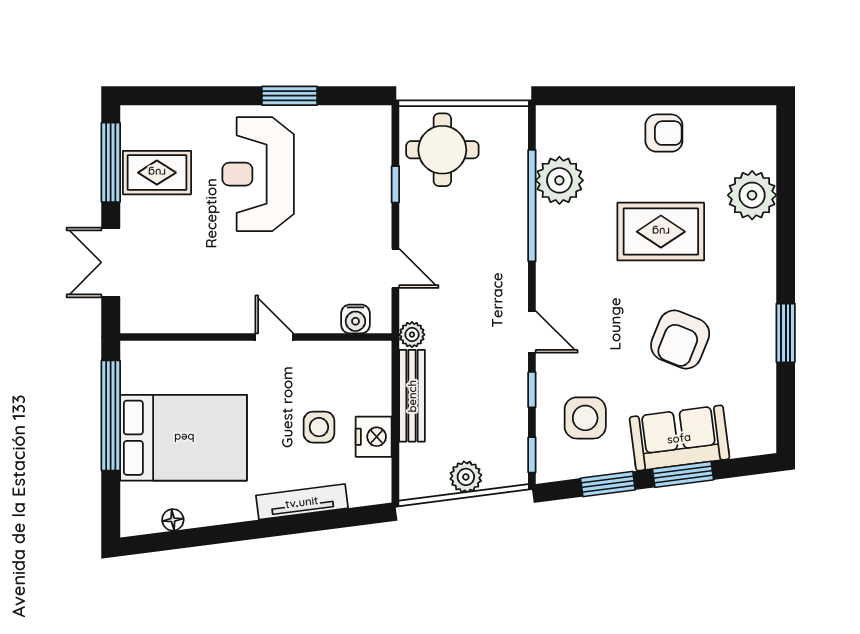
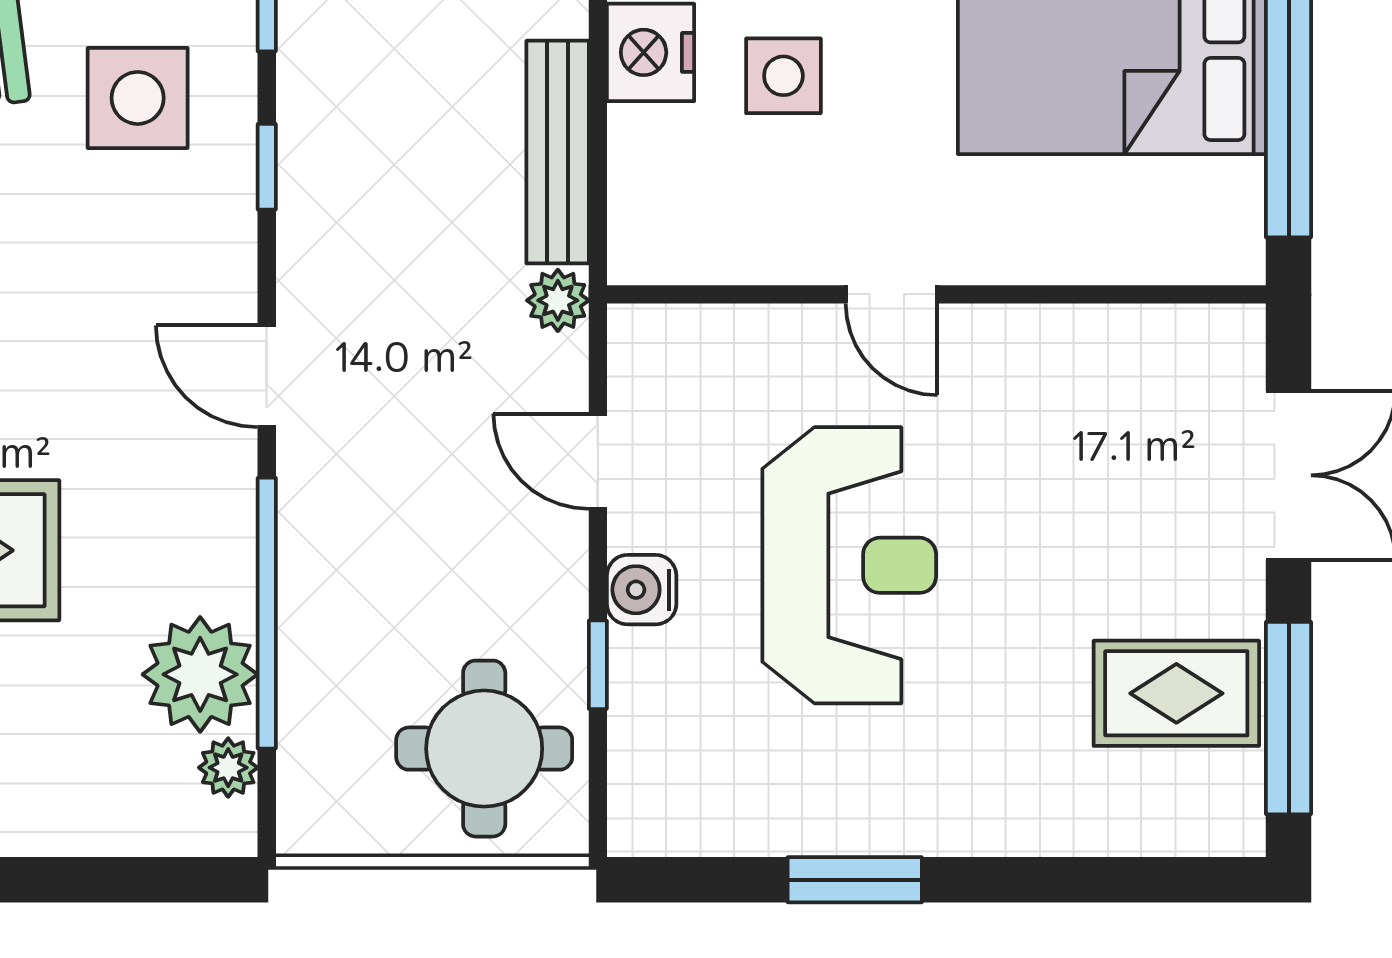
plant: (548, 142) -> (228, 768), added
reception desk: (258, 174) -> (849, 565), moved
water cooler: (355, 319) -> (642, 590), moved, turned -90
door: (532, 332) -> (267, 376), moved

